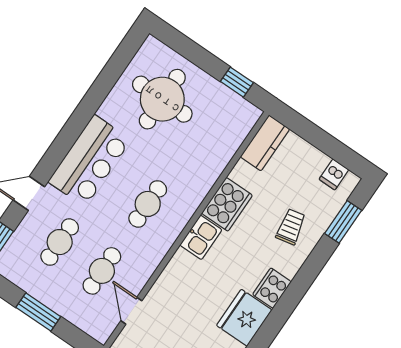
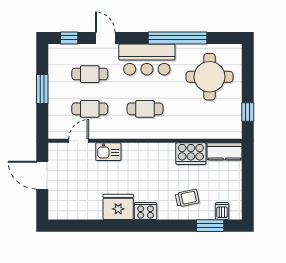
window: (89, 106) -> (177, 38), added
dishwasher: (334, 174) -> (222, 211), moved, turned 90
cooker: (227, 204) -> (191, 154), moved
kitchen sink: (201, 237) -> (108, 152), moved

